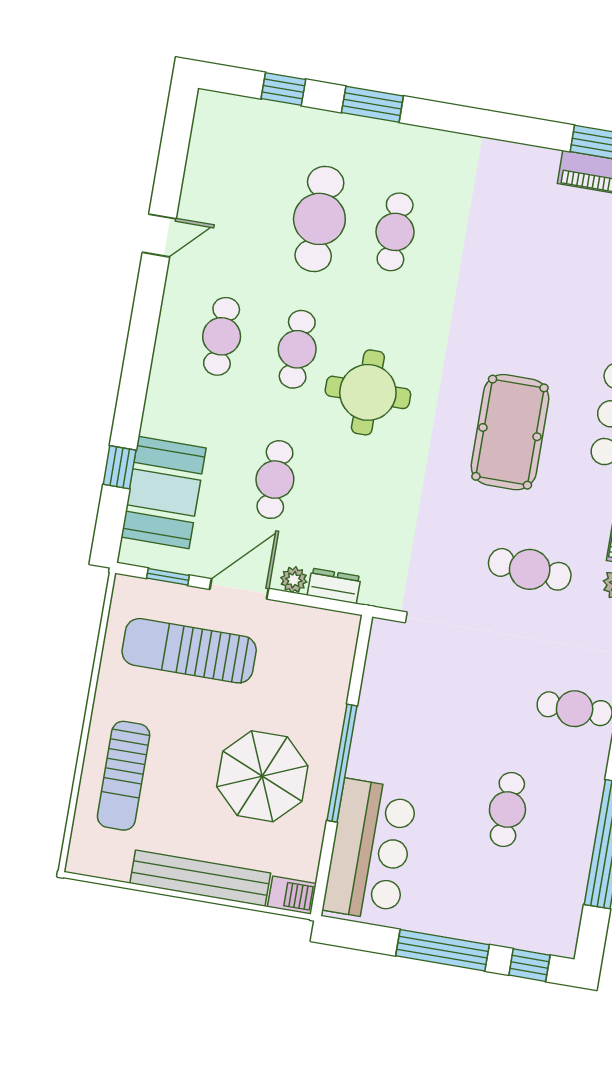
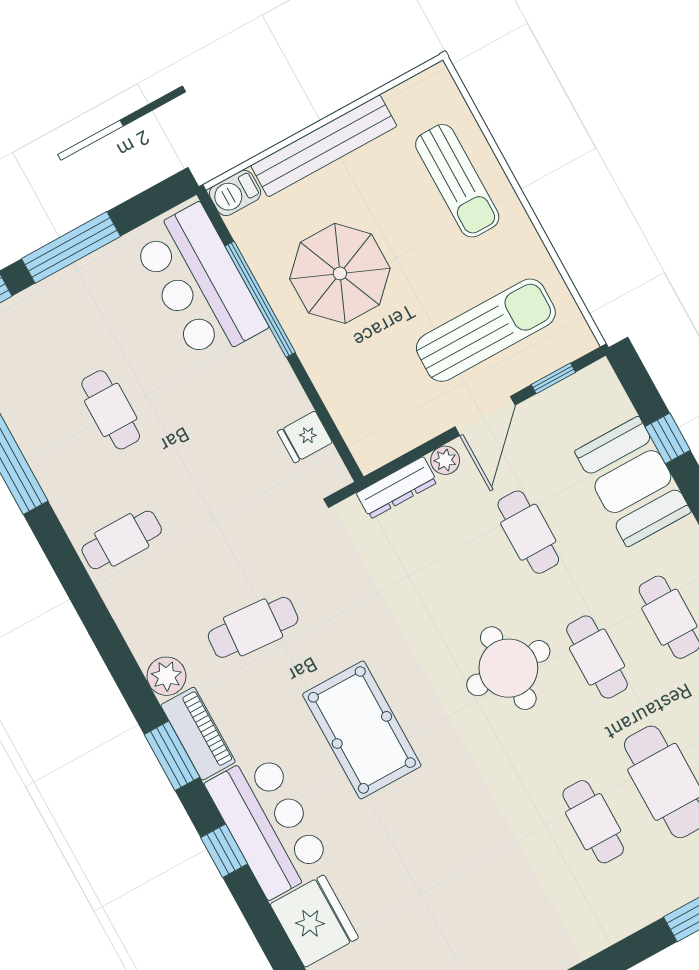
booth: (164, 492) -> (633, 482), moved
dresser: (334, 586) -> (397, 488), width x1.44
fridge: (382, 678) -> (305, 437), added
window: (342, 763) -> (260, 299), moved
sun lounger: (124, 776) -> (457, 181), turned 180

